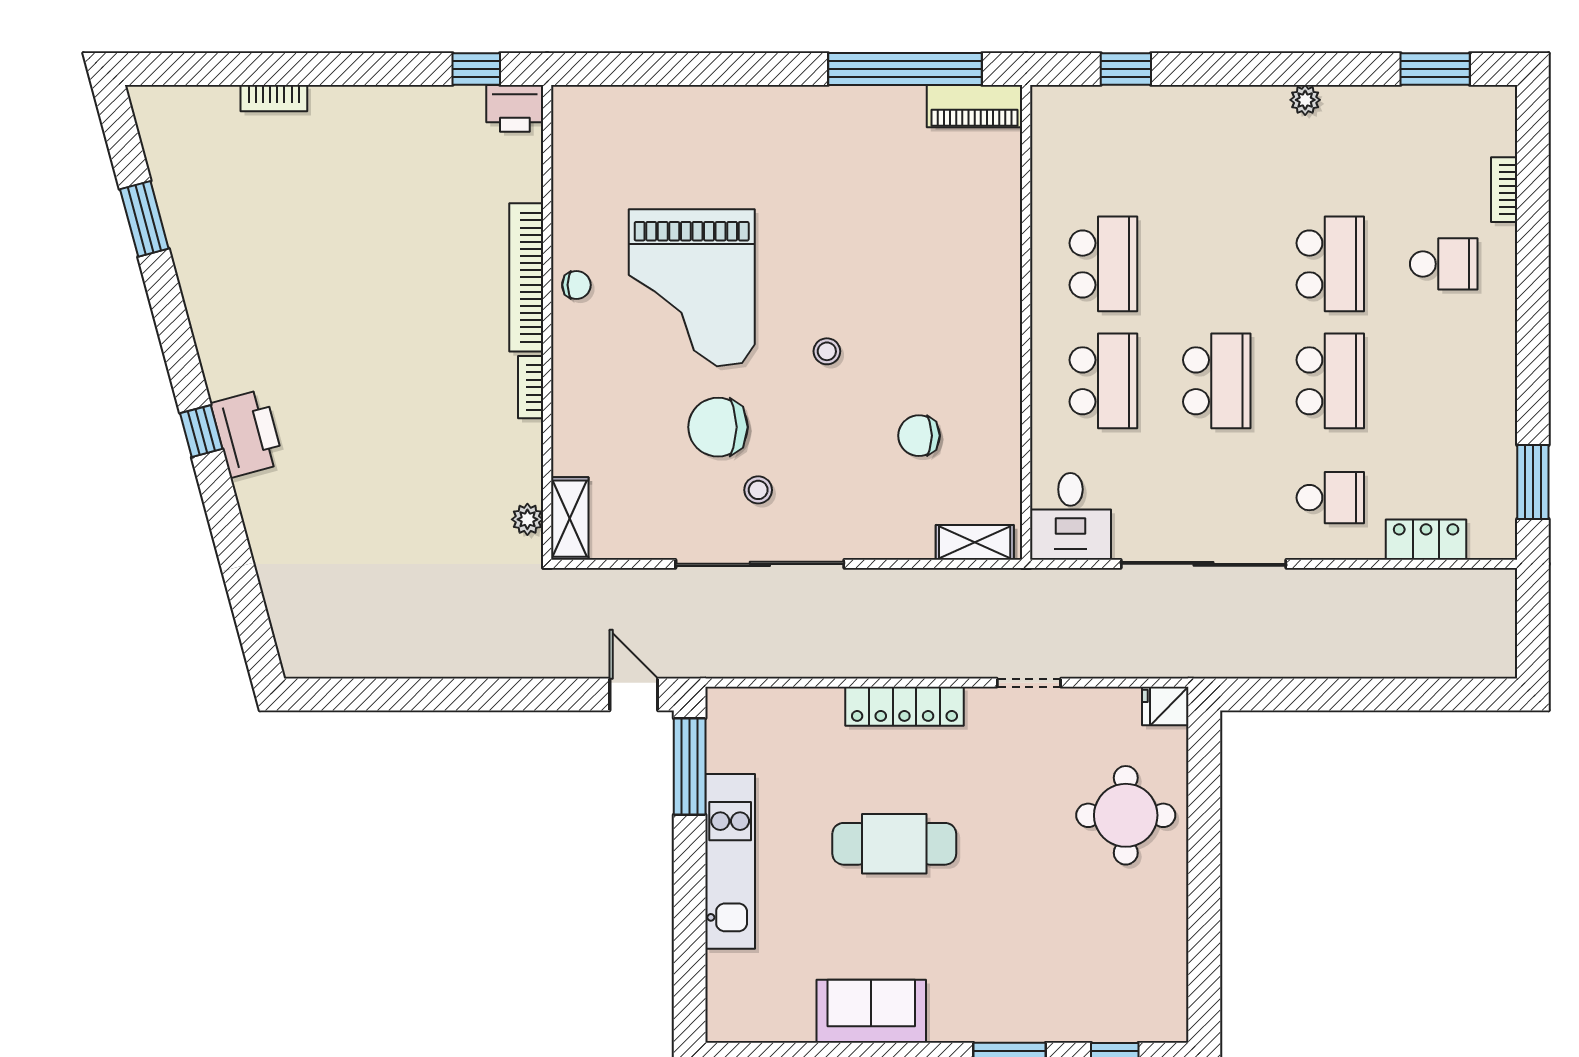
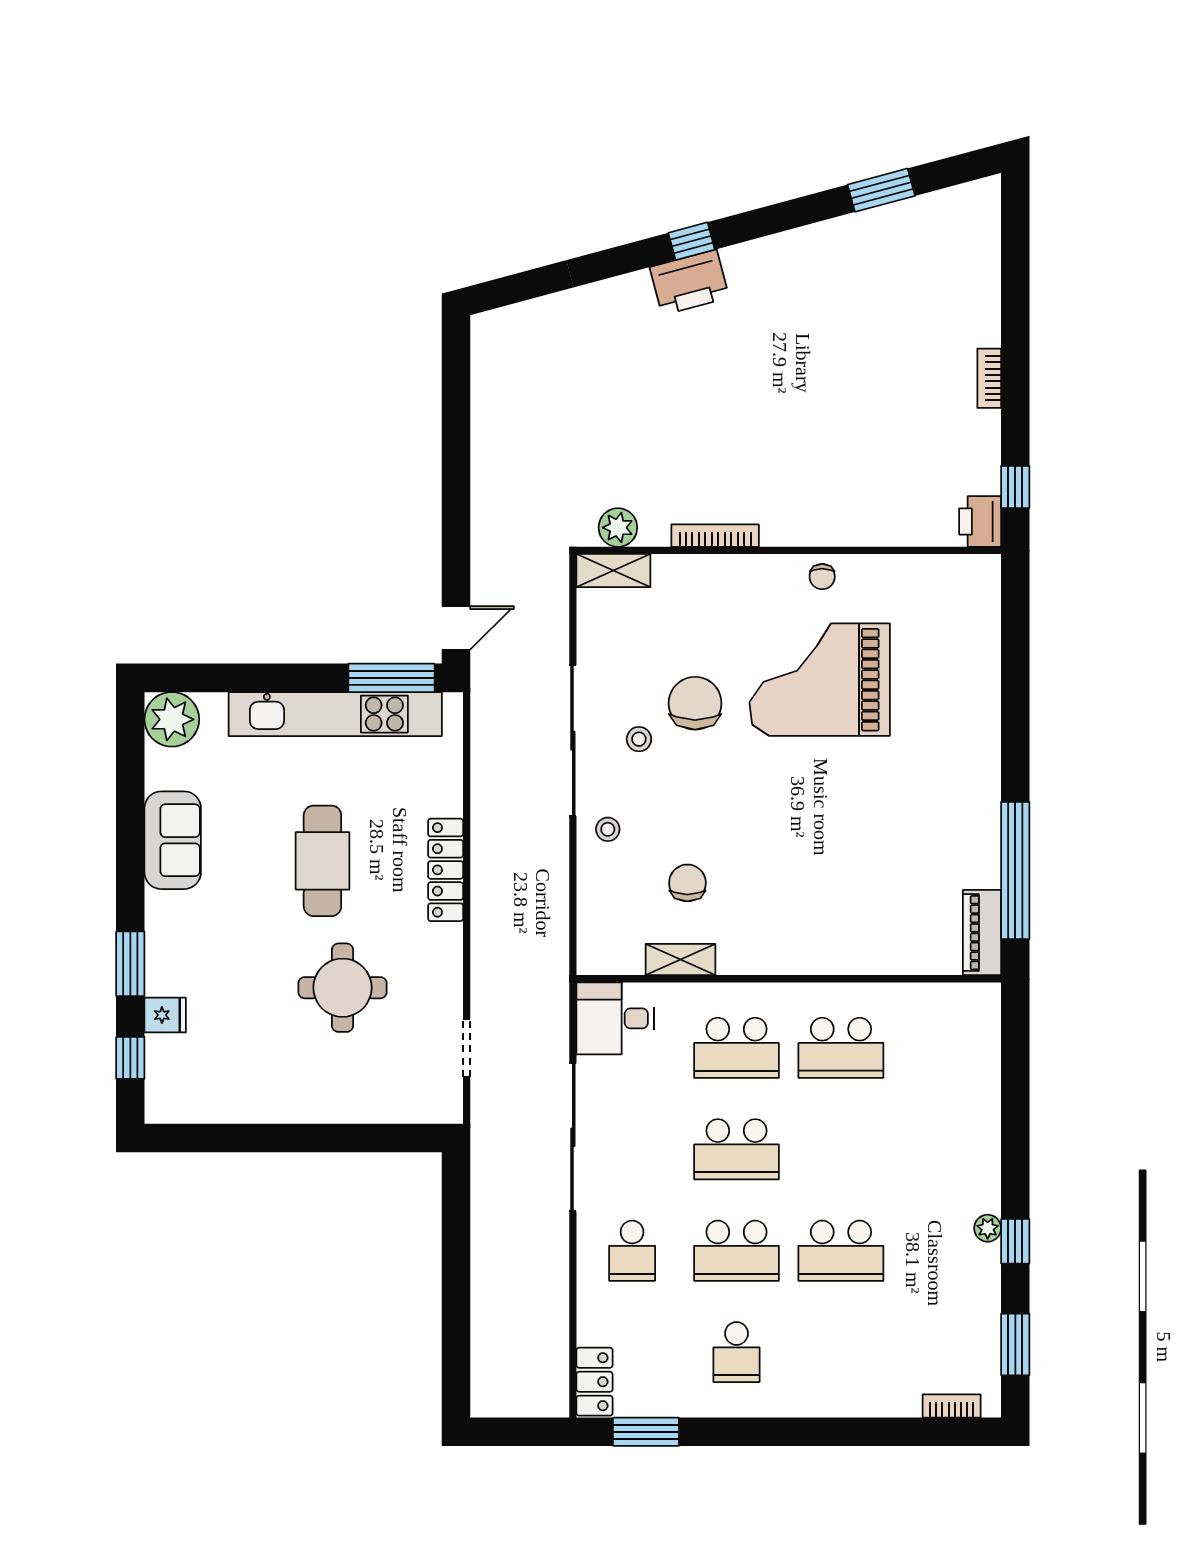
window: (1126, 69) -> (1015, 1241), moved
bookcase: (274, 98) -> (989, 378), moved
bookcase: (1504, 190) -> (952, 1406), moved
school desk: (1444, 264) -> (736, 1352), moved
bookcase: (526, 277) -> (829, 532), removed
stool: (827, 351) -> (608, 829), moved
bookcase: (531, 387) -> (715, 536), width x1.56
plant: (527, 519) -> (618, 528), width x1.38, depth x1.38
locker: (1426, 540) -> (594, 1382), moved
shelving: (975, 542) -> (680, 960), moved, turned 90
doorway: (1029, 683) -> (467, 1048), moved
fridge: (1165, 706) -> (165, 1015), moved, turned 90
round table: (1126, 815) -> (343, 988), moved
kitchen unit: (730, 861) -> (335, 714), width x1.36
plant: (736, 1012) -> (172, 719), added

